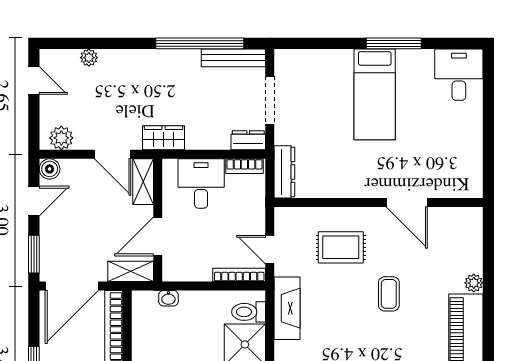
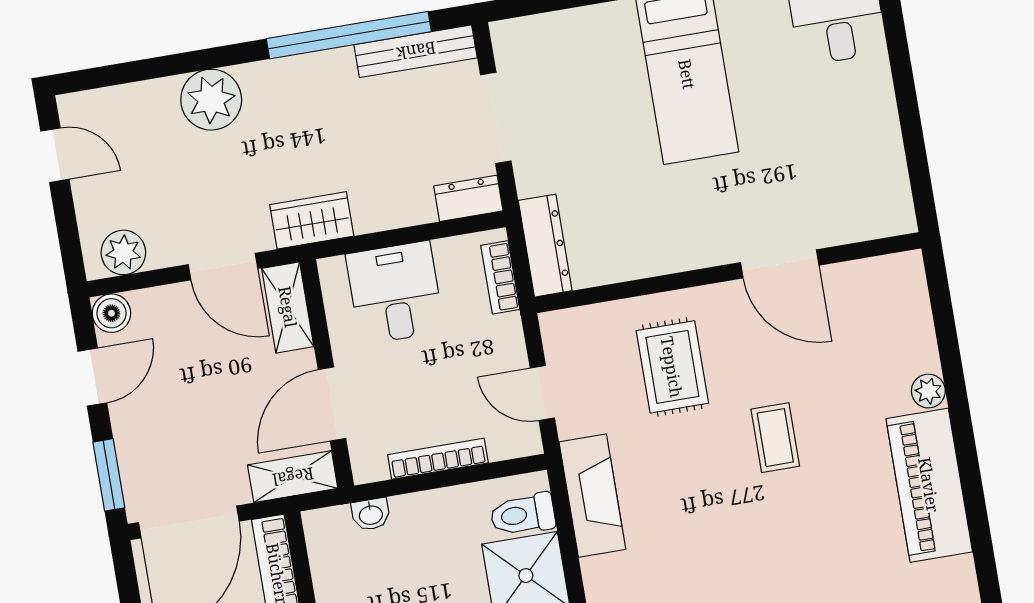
plant: (89, 58) -> (211, 100), moved, width x1.88, depth x1.88
bookcase: (244, 166) -> (500, 277), moved, turned 90
rug: (341, 247) -> (672, 367), turned 90
bookcase: (239, 275) -> (438, 459), moved

